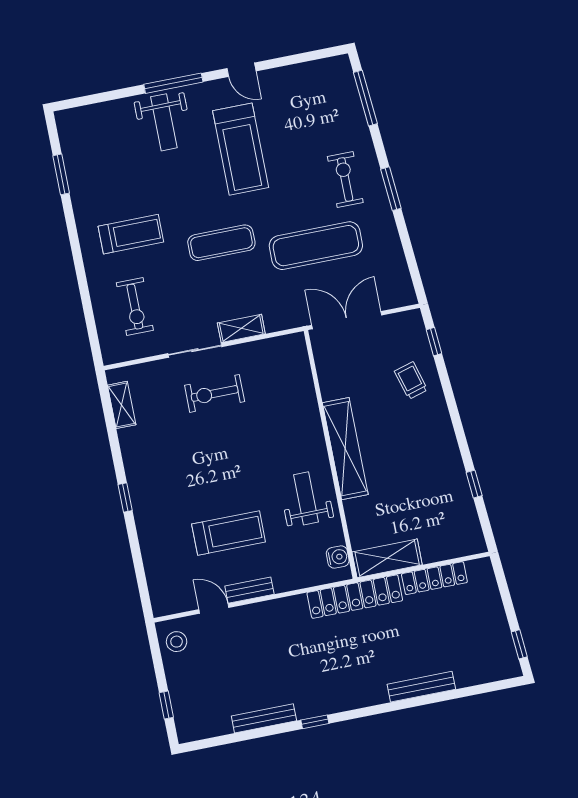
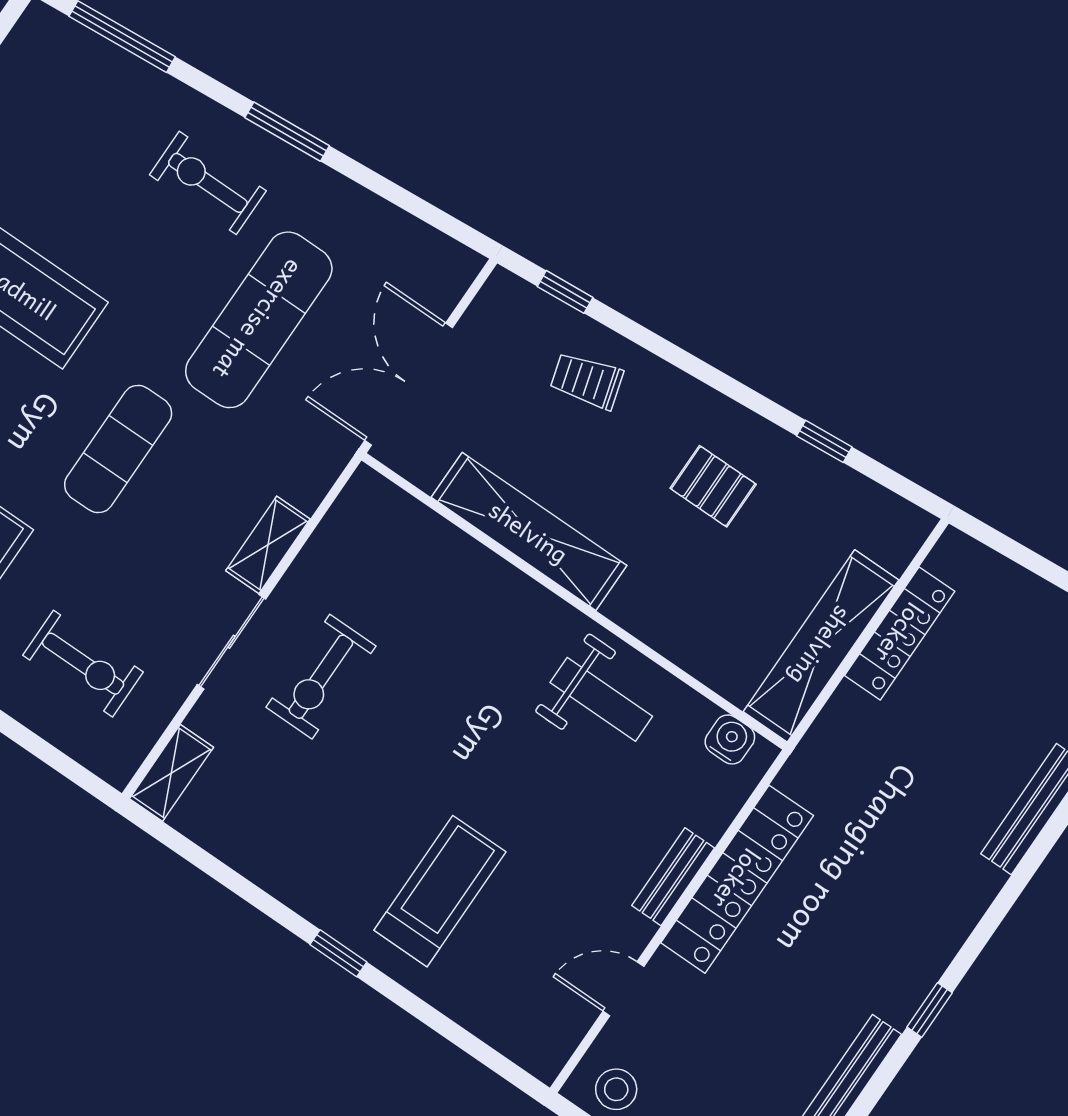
shelving: (122, 405) -> (171, 773), moved, turned 90
shelving: (345, 449) -> (529, 531), moved
pallet: (419, 462) -> (713, 486), added
weight bench: (306, 498) -> (601, 699), turned 180
treadmill: (229, 533) -> (440, 891), moved
shelving: (387, 558) -> (821, 646), width x1.47
bench: (249, 590) -> (673, 877), moved
locker: (355, 597) -> (737, 879), moved

